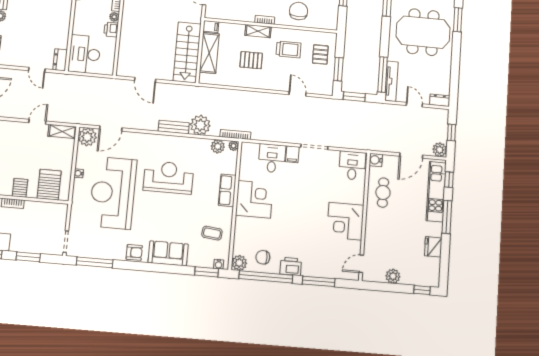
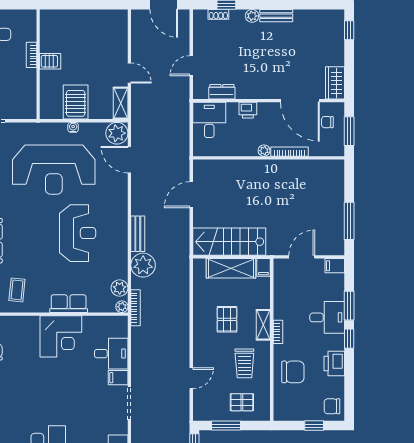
printer: (111, 30) -> (248, 110), moved, turned 180
desk: (85, 54) -> (209, 120), width x0.73
dresser: (60, 60) -> (222, 92), moved
server rack: (49, 185) -> (76, 102), moved, turned -90
reception desk: (113, 193) -> (54, 170), turned 180

